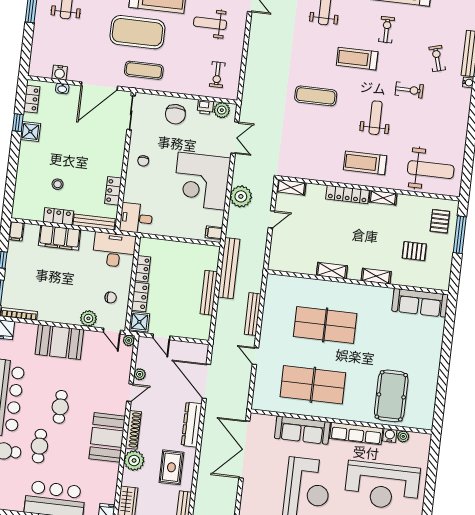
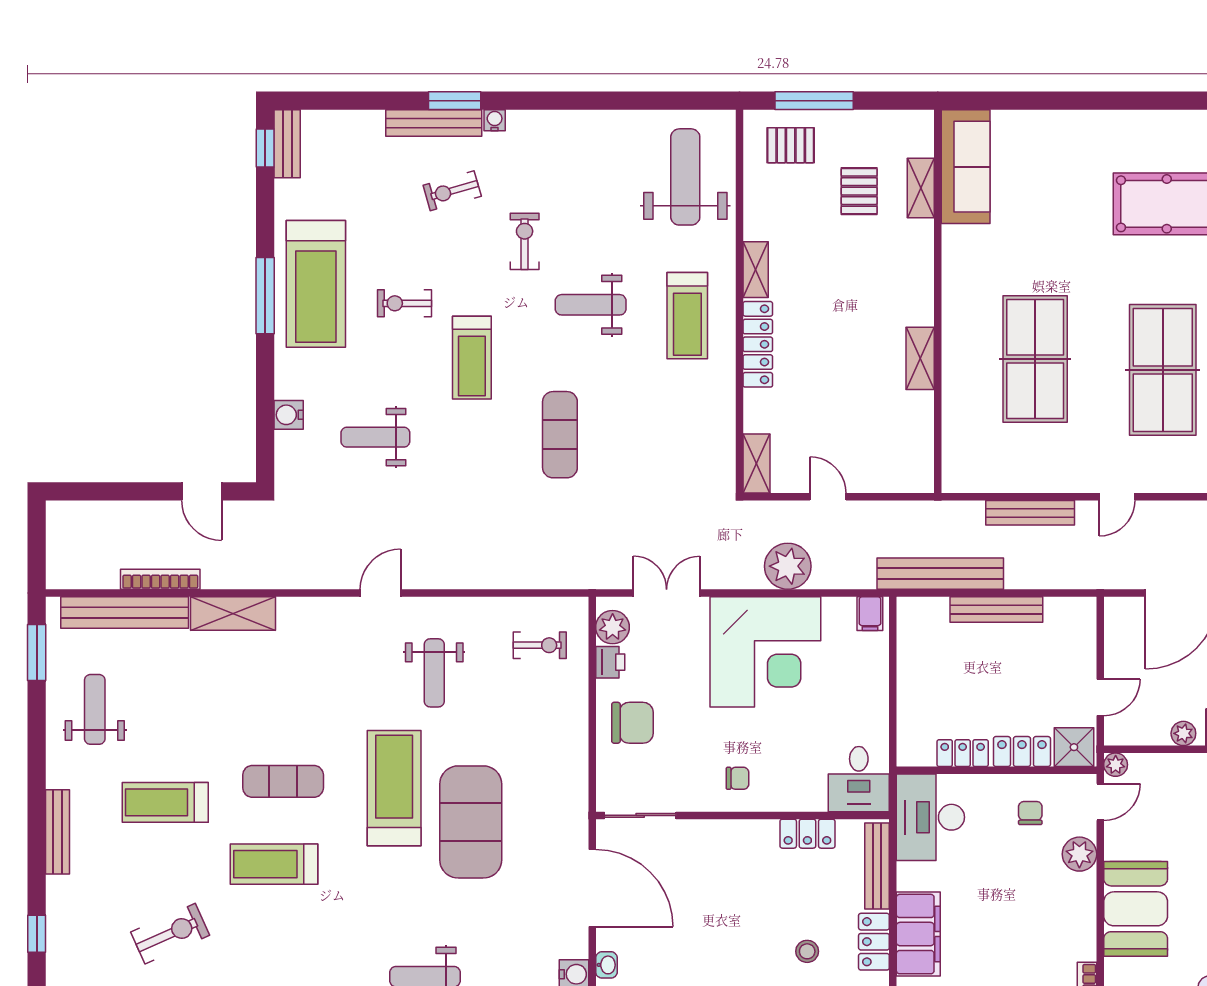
exercise mat: (144, 70) -> (548, 799), removed
shelving: (376, 276) -> (921, 188), moved

